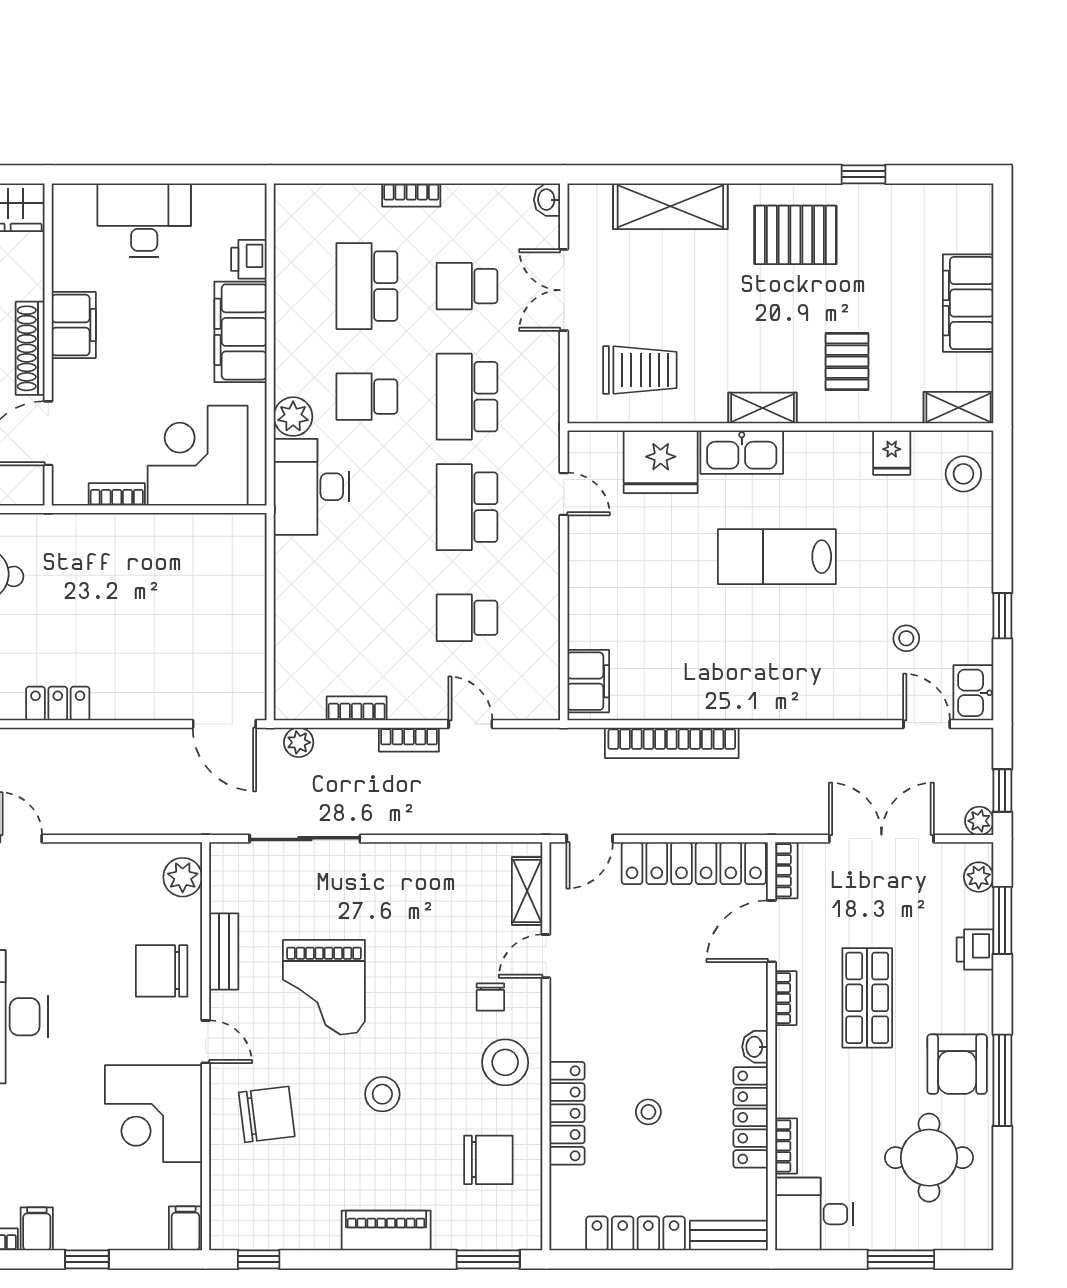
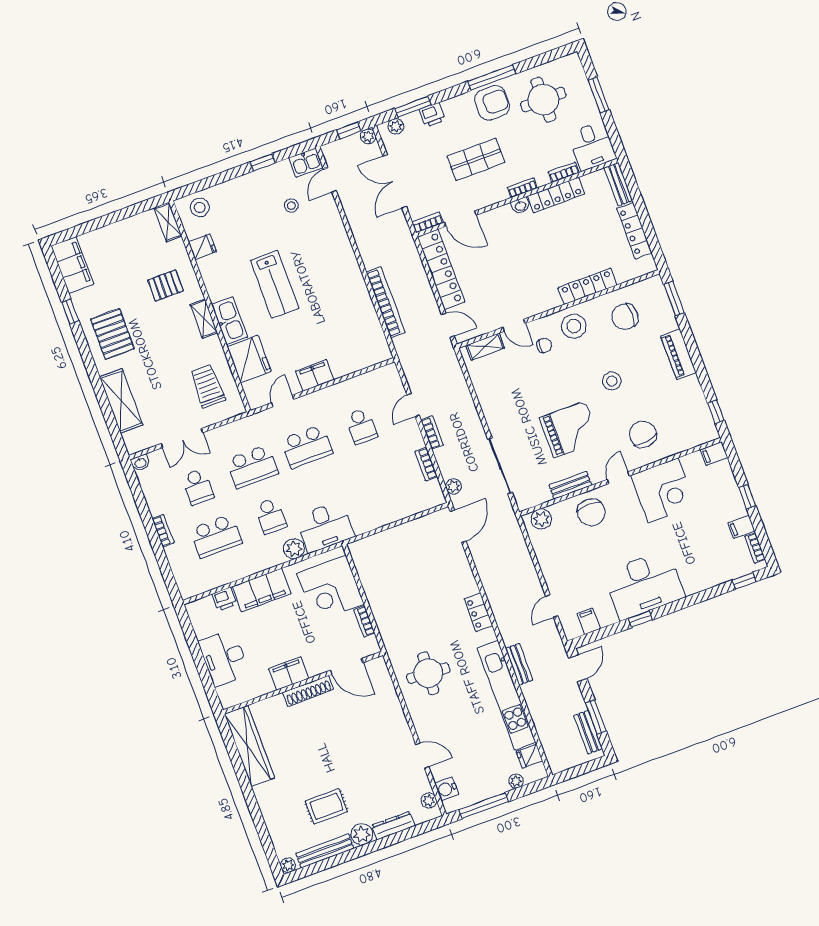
filing cabinet: (968, 303) -> (72, 265), moved, turned -90
filing cabinet: (588, 681) -> (315, 375), moved
bookcase: (786, 998) -> (522, 188), moved
stool: (648, 1112) -> (572, 246), removed
chair: (488, 1160) -> (625, 317), turned -90

